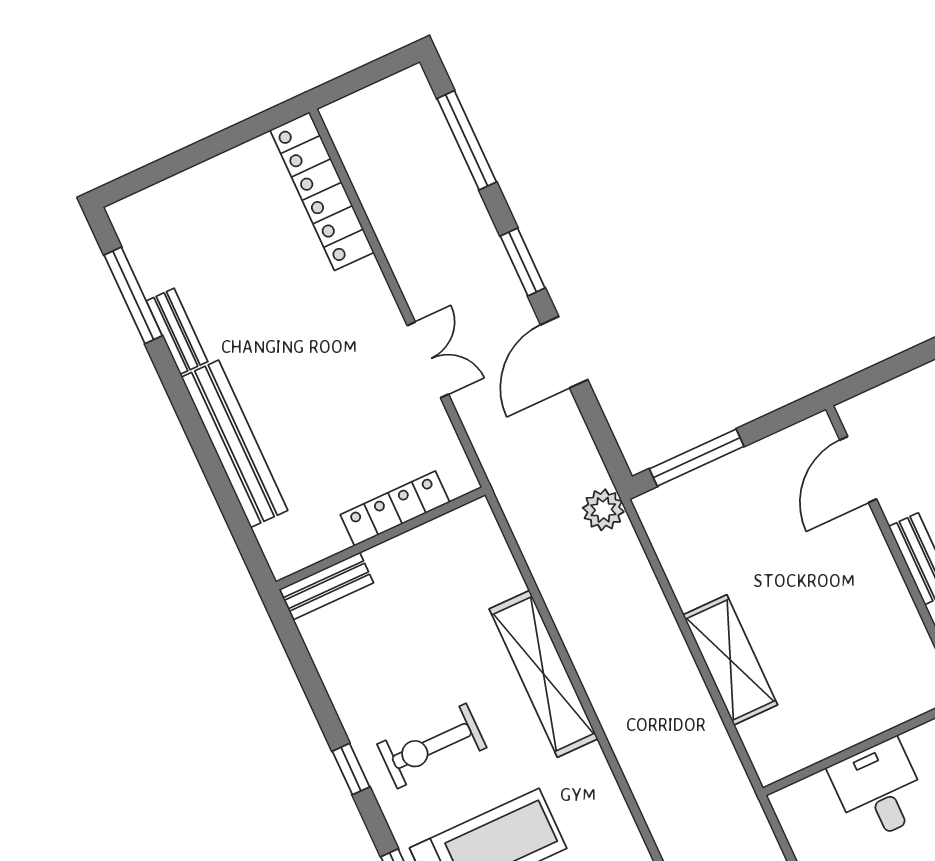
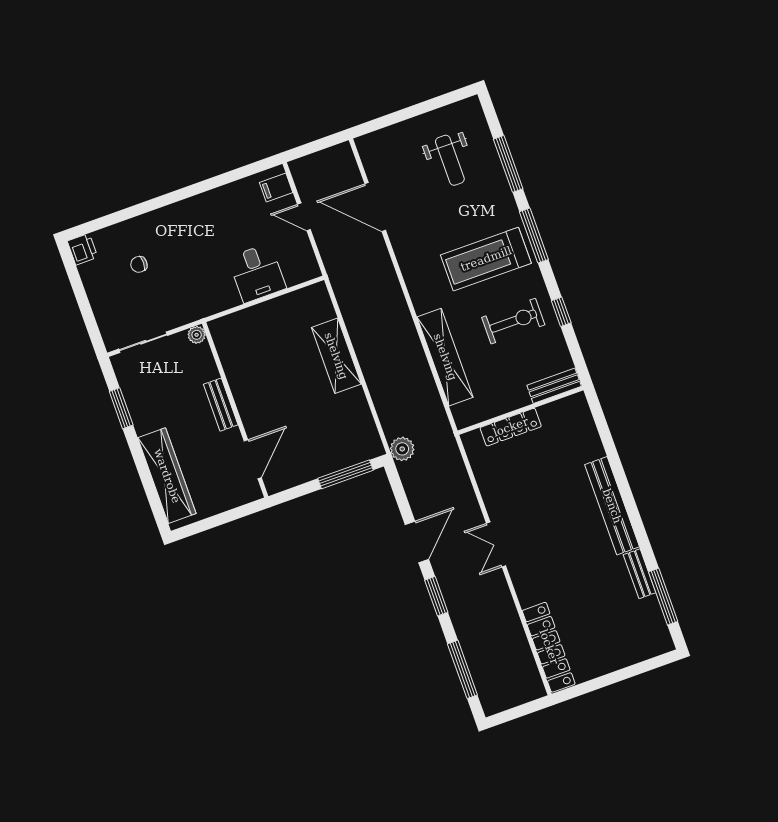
locker: (395, 508) -> (511, 427), moved
wall: (381, 538) -> (521, 411), moved
bench: (327, 586) -> (554, 386), moved

